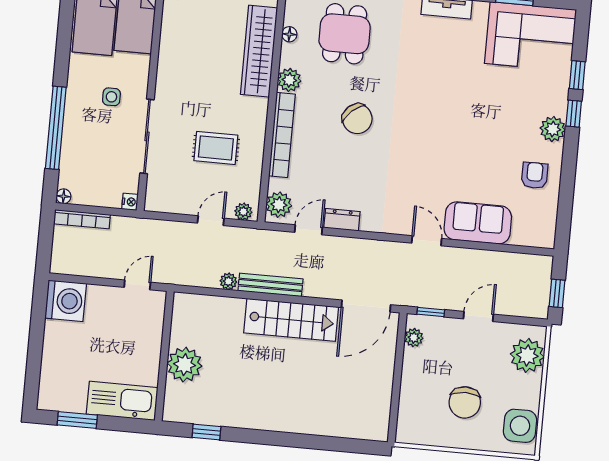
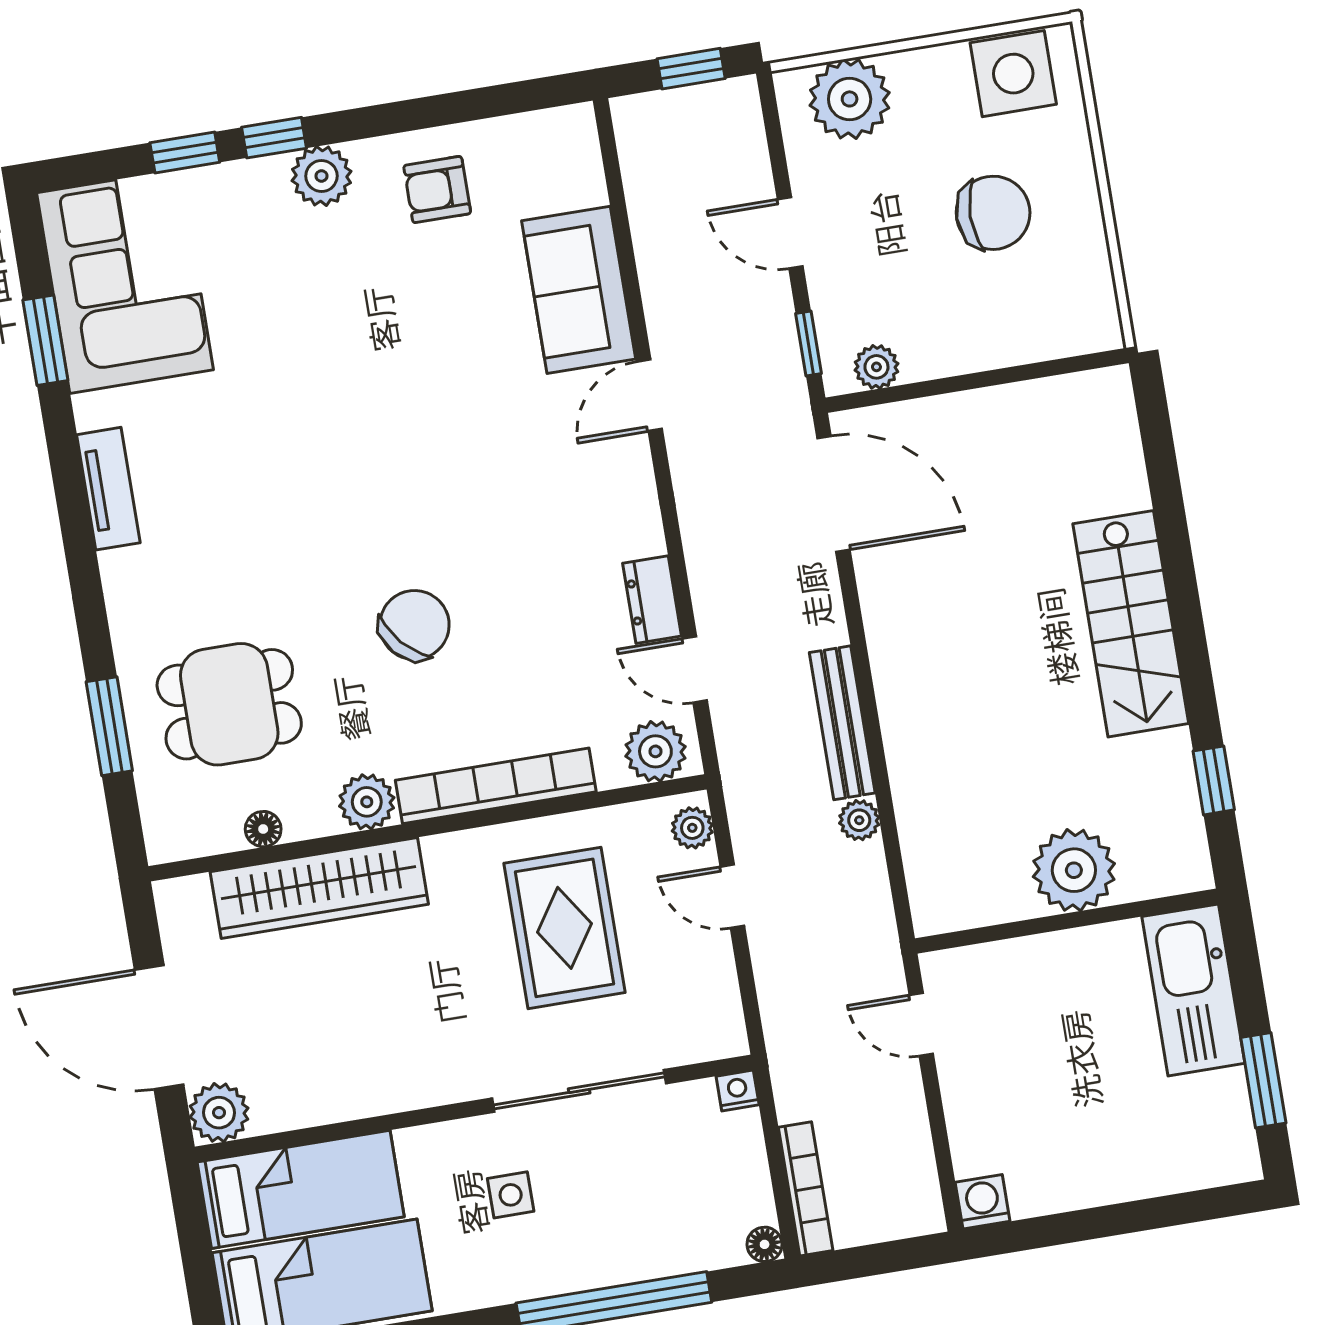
rug: (216, 148) -> (564, 928), width x1.36, depth x1.43
washing machine: (66, 301) -> (983, 1202), width x0.53, depth x0.53
stairs: (291, 320) -> (1131, 624), moved, turned 180

